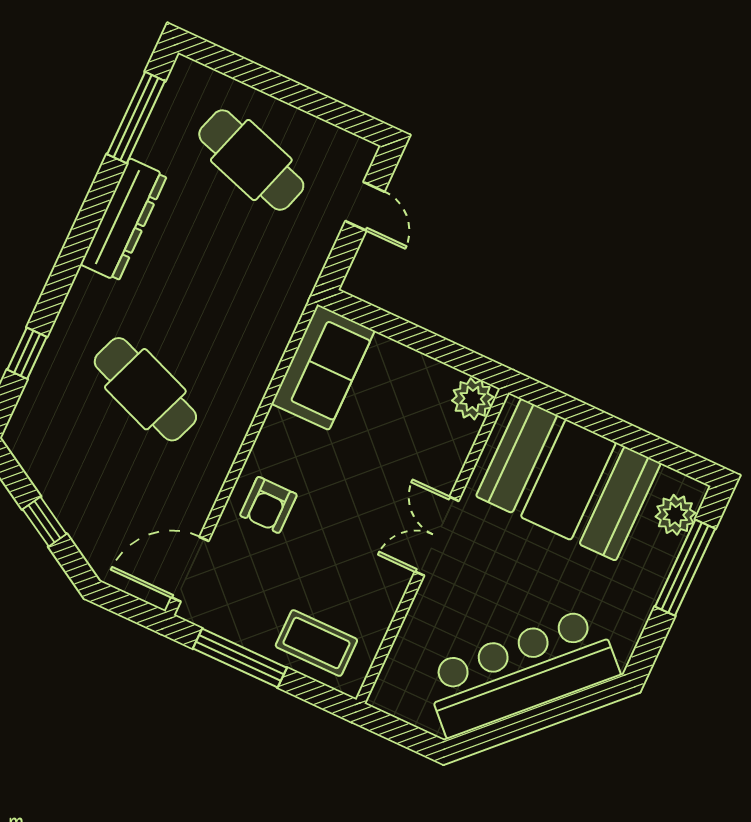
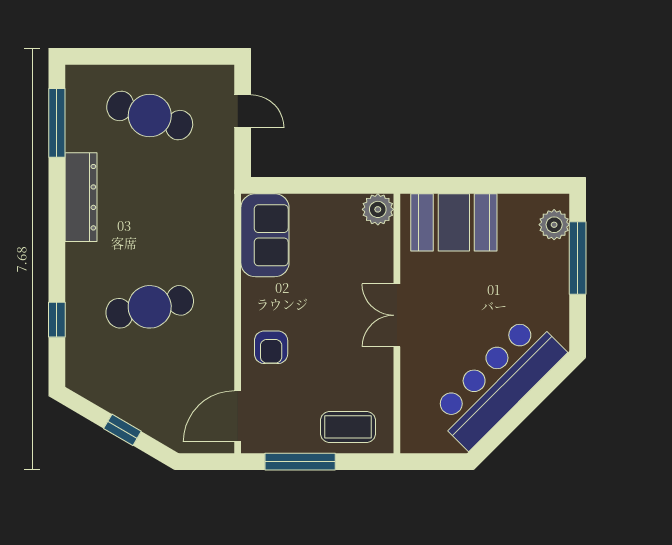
cafe table: (145, 389) -> (150, 307), turned -33
booth: (568, 480) -> (454, 222), width x0.73, depth x0.70

